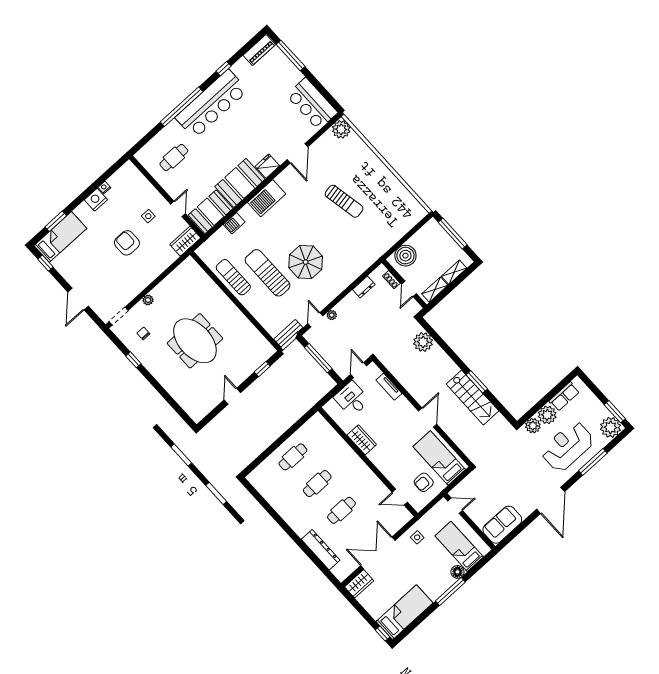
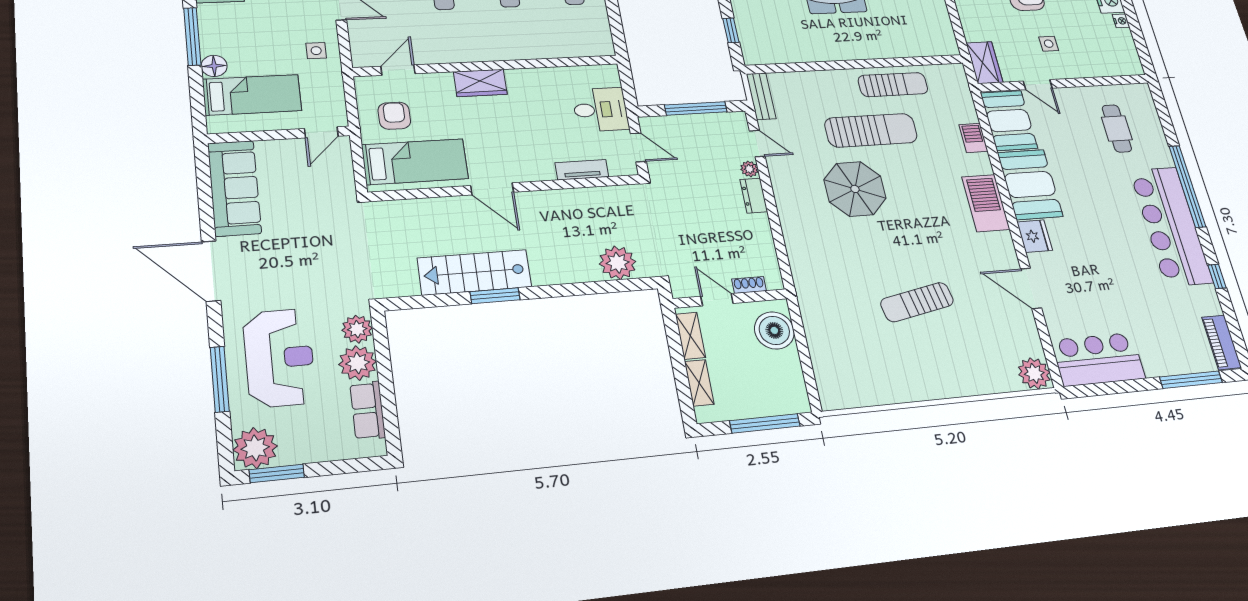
dresser: (364, 287) -> (754, 196), moved
wardrobe: (362, 440) -> (480, 83), moved
sofa: (502, 525) -> (234, 188), width x1.36

